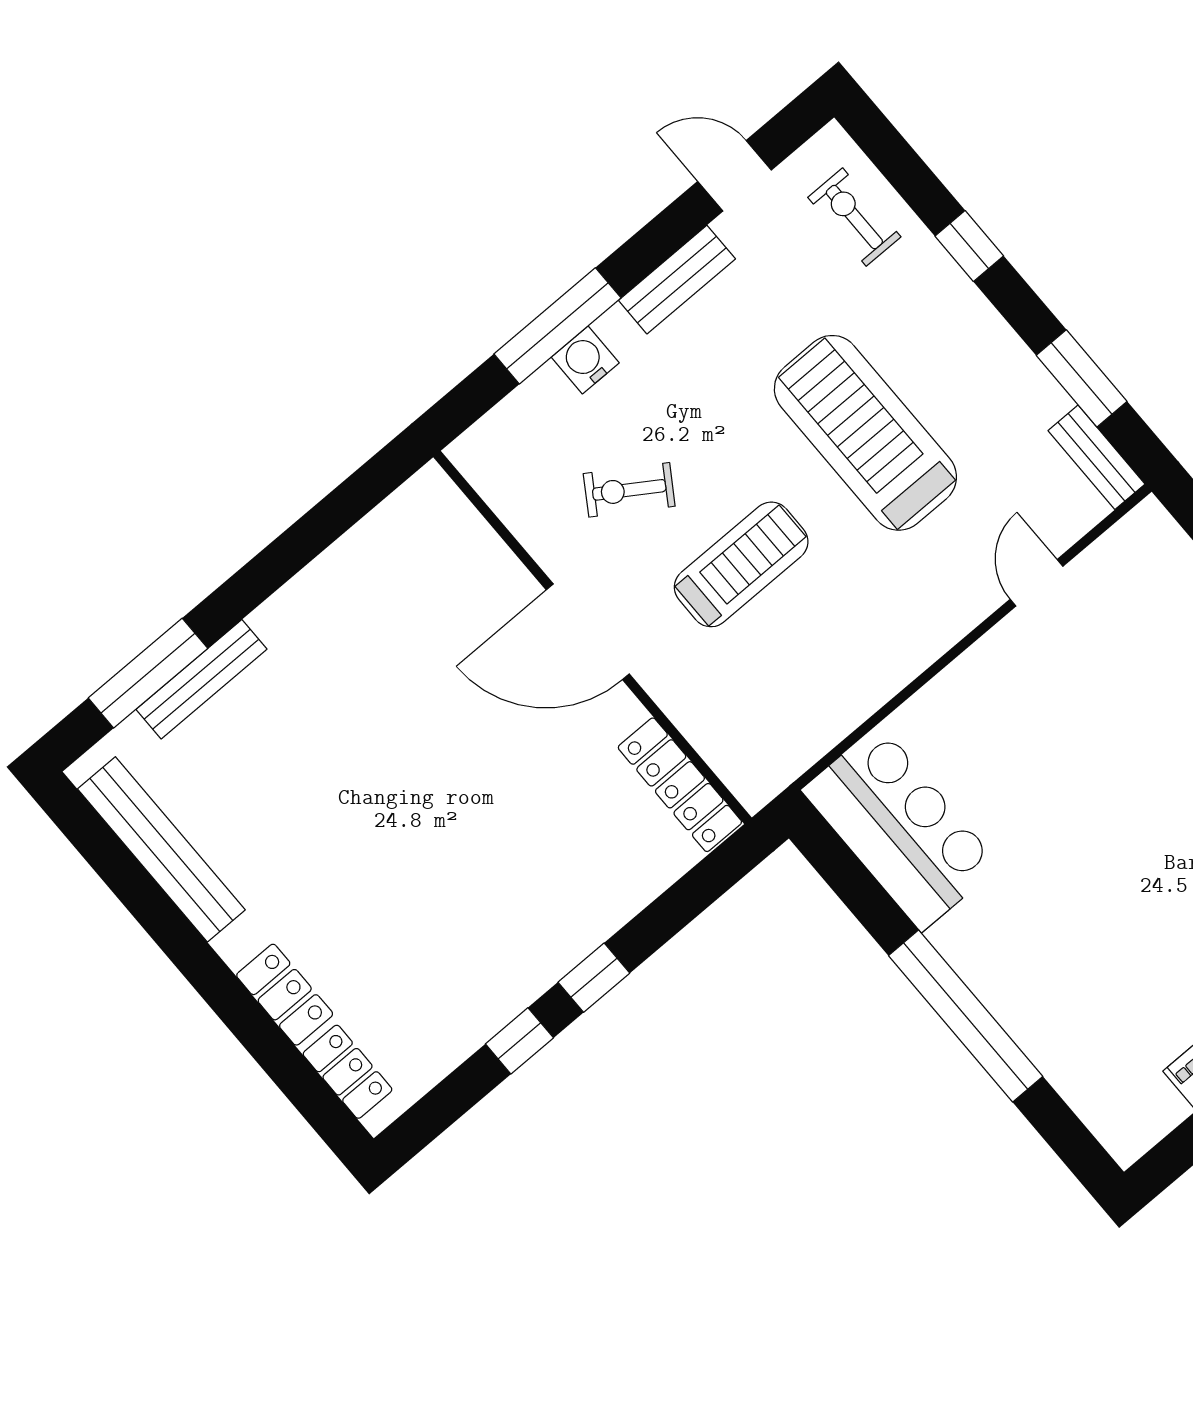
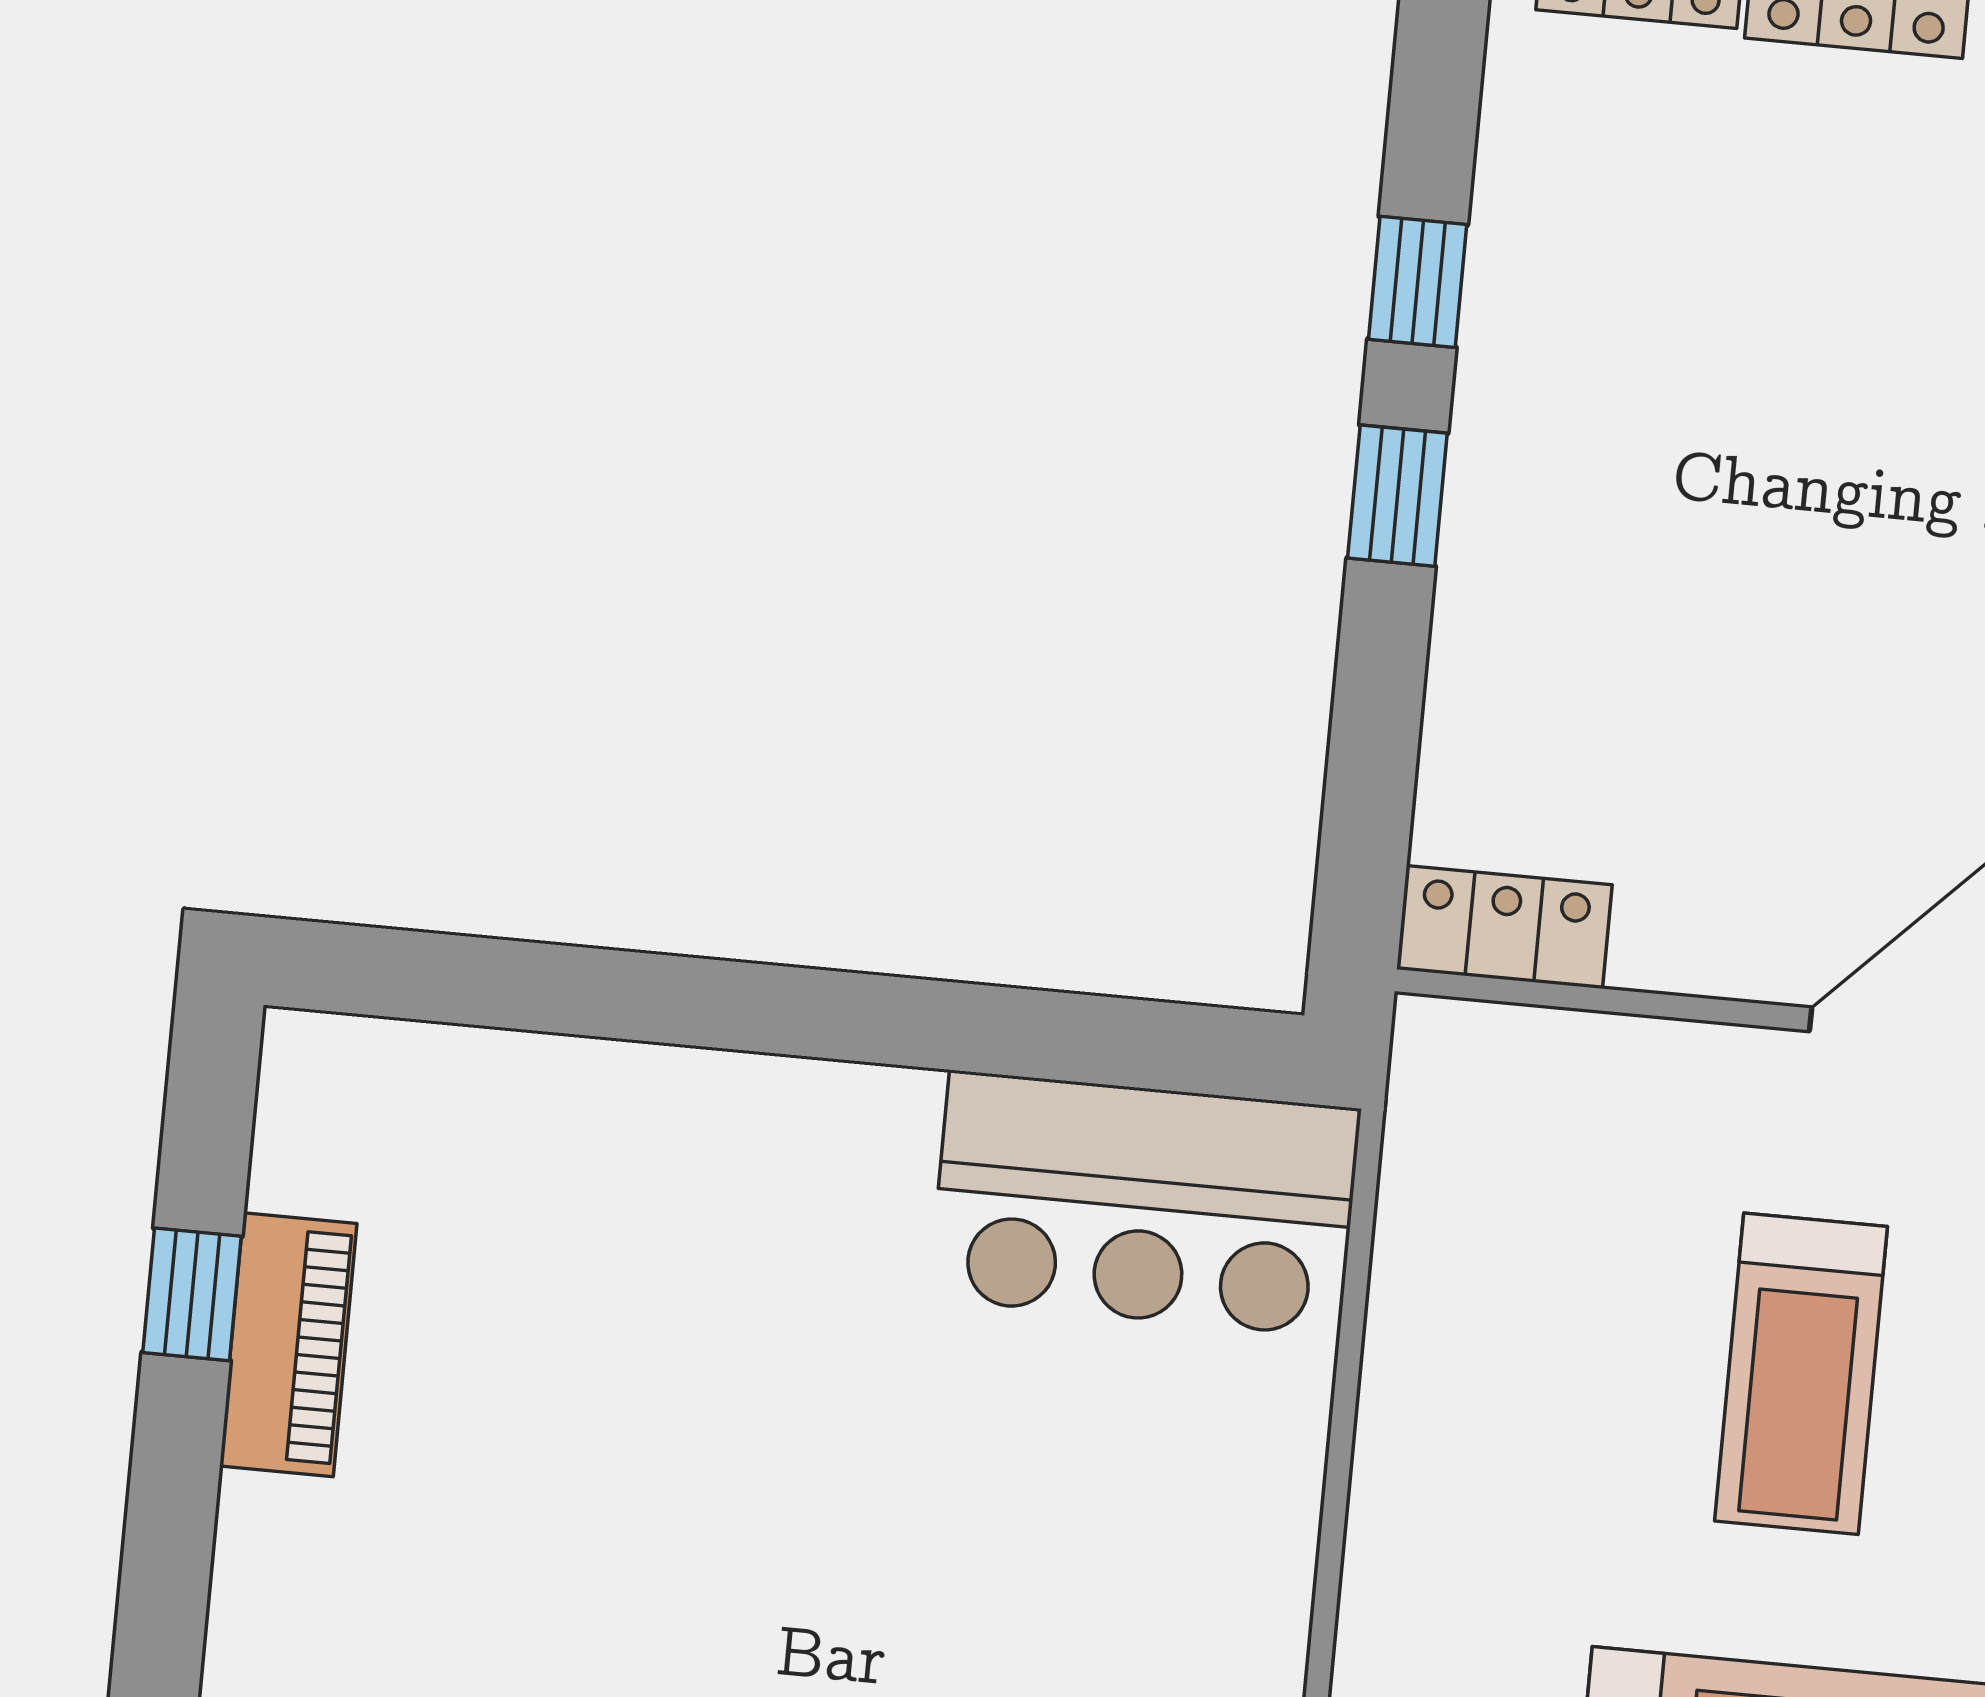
locker: (680, 785) -> (1504, 927), width x0.66
window: (966, 1016) -> (752, 1007), removed

